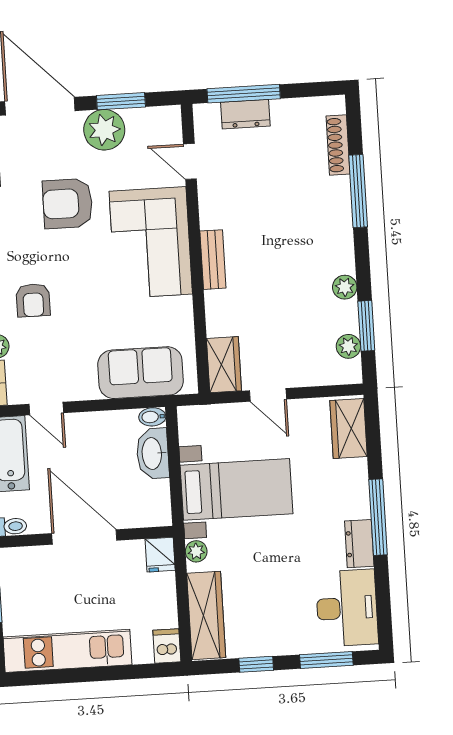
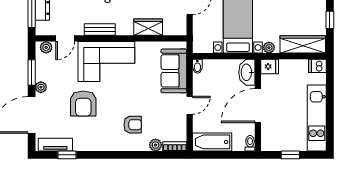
plant: (171, 126) -> (46, 47), added
plant: (104, 130) -> (41, 87), width x0.53, depth x0.53
bench: (213, 260) -> (100, 30), moved
wardrobe: (224, 365) -> (148, 27), moved
door: (46, 408) -> (190, 105), moved
washbasin: (153, 453) -> (247, 72), moved, turned 90

